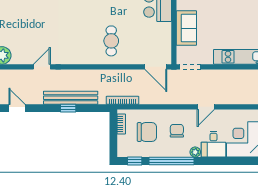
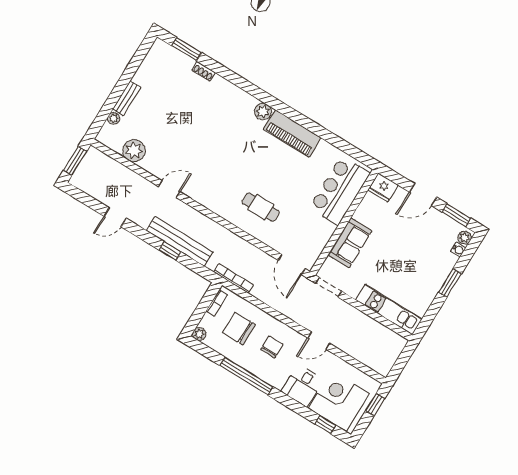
cafe table: (111, 41) -> (261, 207), turned 90
door: (17, 108) -> (115, 217), swing flipped
chair: (147, 132) -> (239, 329), turned 180
plant: (195, 152) -> (199, 334), moved
window: (135, 161) -> (325, 425), moved

